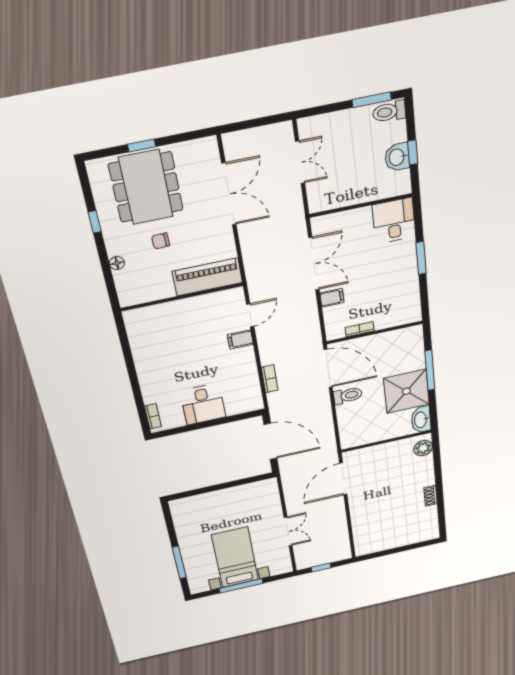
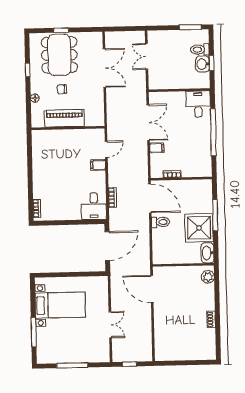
toilet: (389, 112) -> (200, 49), moved
double door: (300, 162) -> (147, 57), swing flipped
window: (421, 258) -> (213, 132), width x2.11
piano: (207, 277) -> (64, 118), moved
desk: (203, 404) -> (94, 206), moved
door: (270, 441) -> (107, 246), hinge flipped
door: (343, 479) -> (152, 289), hinge flipped
bed with nightstands: (235, 557) -> (60, 305), moved, turned 90

